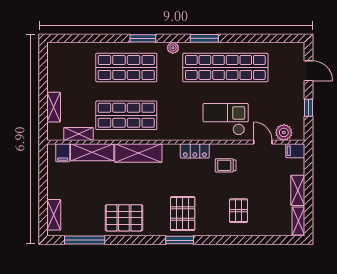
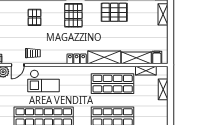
door: (263, 142) -> (18, 65), hinge flipped
locker: (195, 151) -> (77, 59), moved
trolley: (226, 165) -> (33, 53), moved

